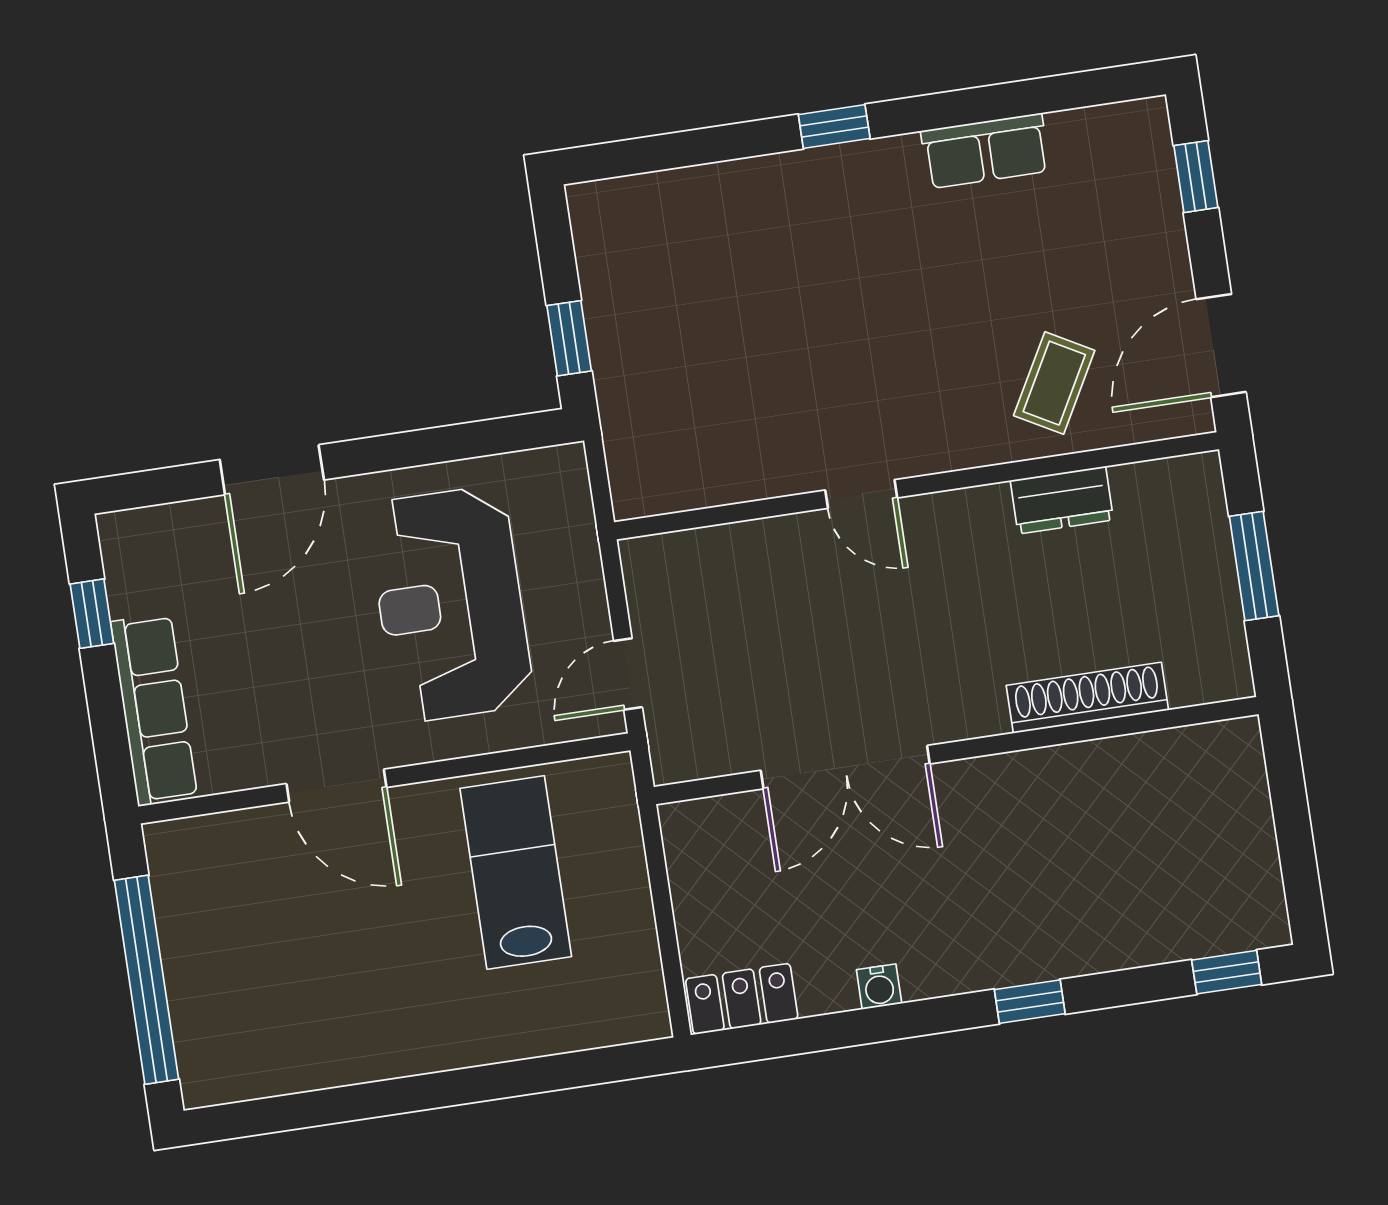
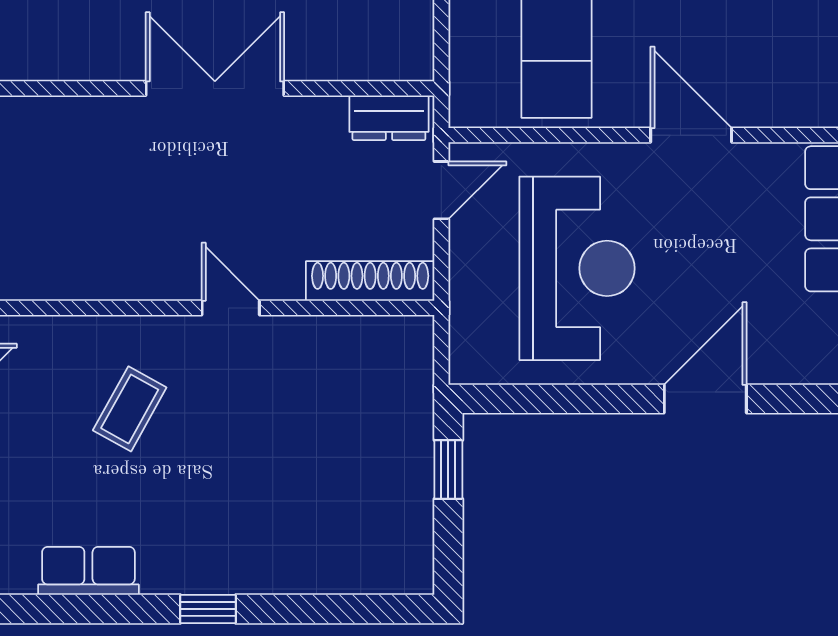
coffee table: (1054, 383) -> (130, 409), moved
dresser: (1062, 500) -> (389, 118), moved, turned 180
shoe rack: (1087, 698) -> (370, 281), moved, turned 180
double door: (845, 767) -> (215, 88), moved

